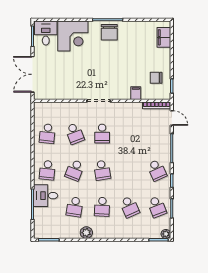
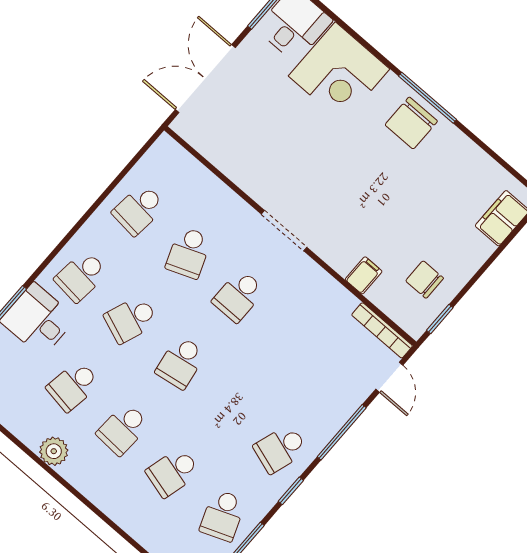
school desk: (157, 170) -> (280, 449), turned 42
school desk: (129, 207) -> (173, 472), turned 39

